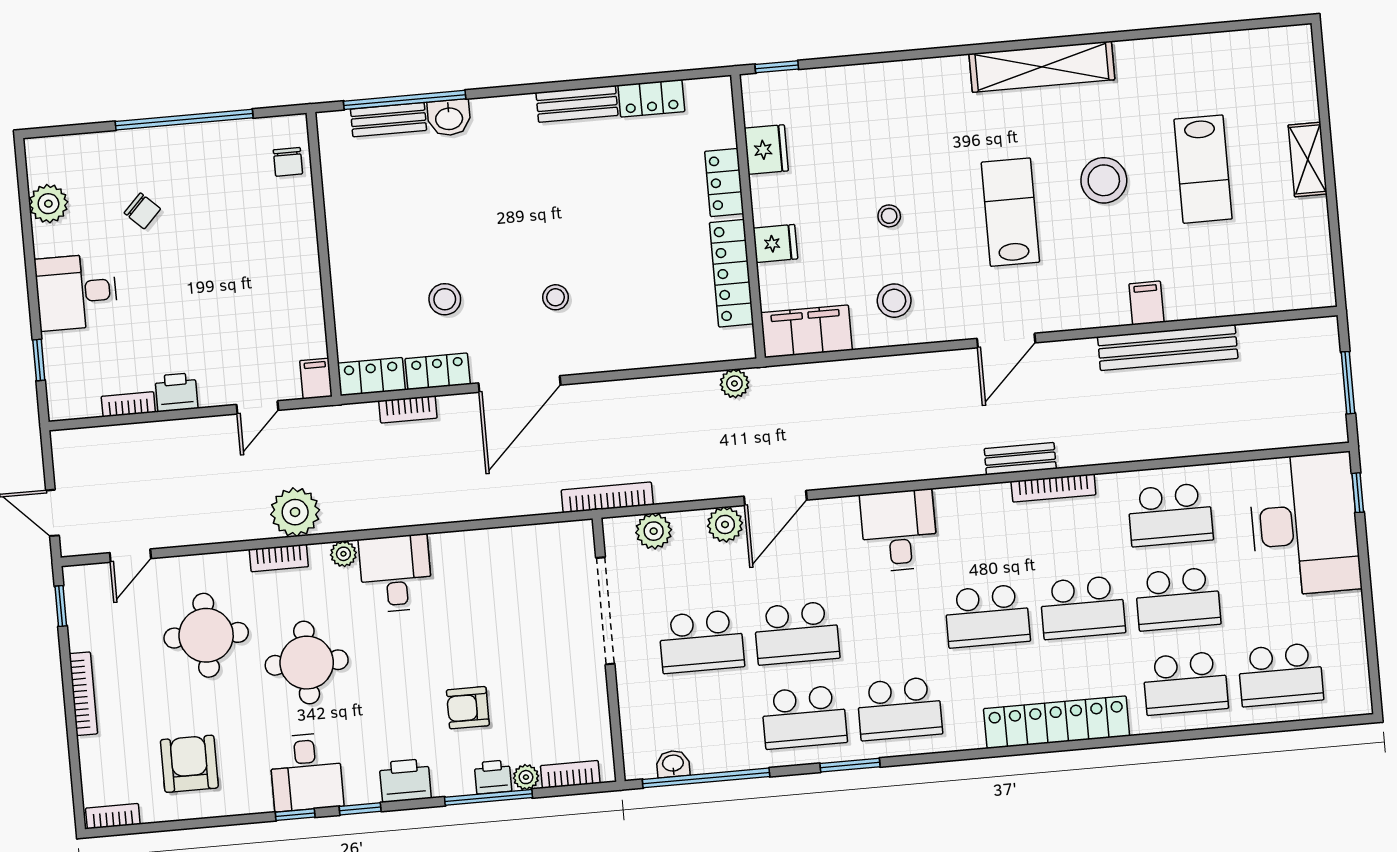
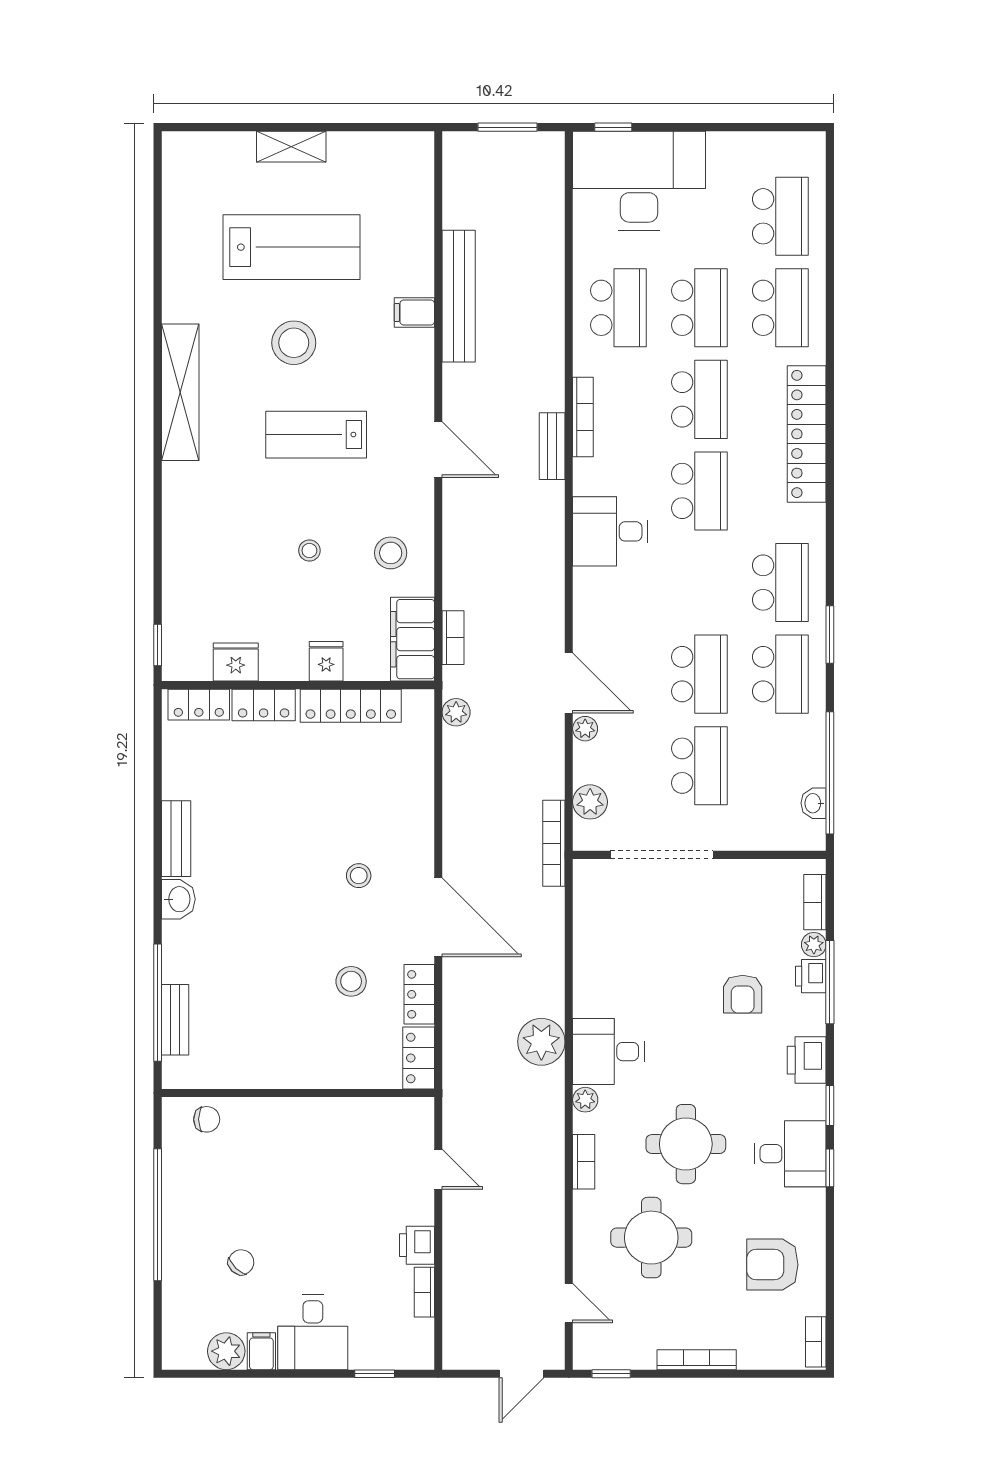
locker: (651, 98) -> (199, 705), moved, turned 90
washbasin: (449, 118) -> (178, 899), moved
lab bench: (1203, 169) -> (292, 247), width x1.36, depth x1.39
filing cabinet: (316, 379) -> (261, 1351), moved, turned 90
bookcase: (408, 409) -> (453, 638), moved
plant: (295, 512) -> (541, 1042), moved
plant: (725, 524) -> (585, 729), width x0.73, depth x0.73
desk: (899, 530) -> (610, 531), moved

